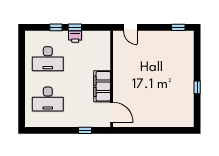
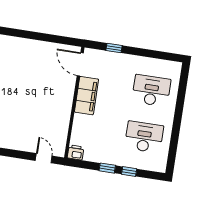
printer: (75, 37) -> (76, 152), moved

